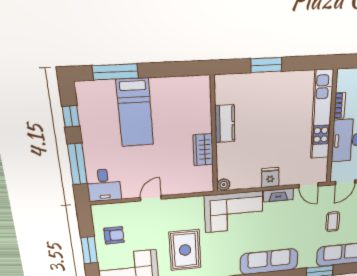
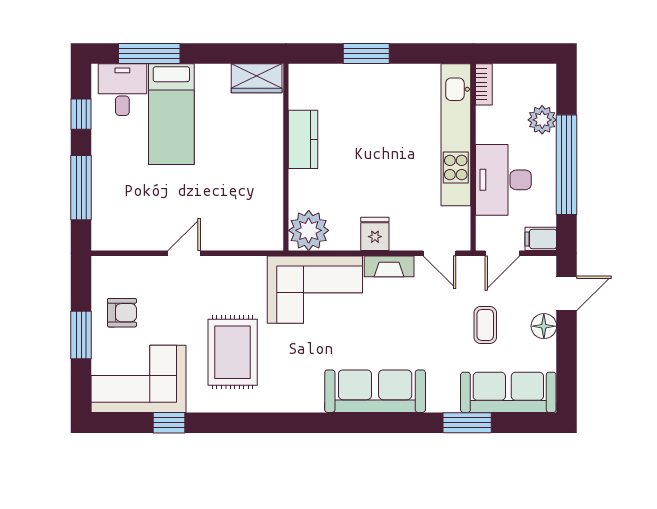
bookcase: (340, 106) -> (484, 84), moved
wardrobe: (203, 150) -> (257, 78), moved, turned -90
desk: (104, 185) -> (122, 90), moved, turned 180
plant: (224, 185) -> (309, 230), width x1.87, depth x1.87

